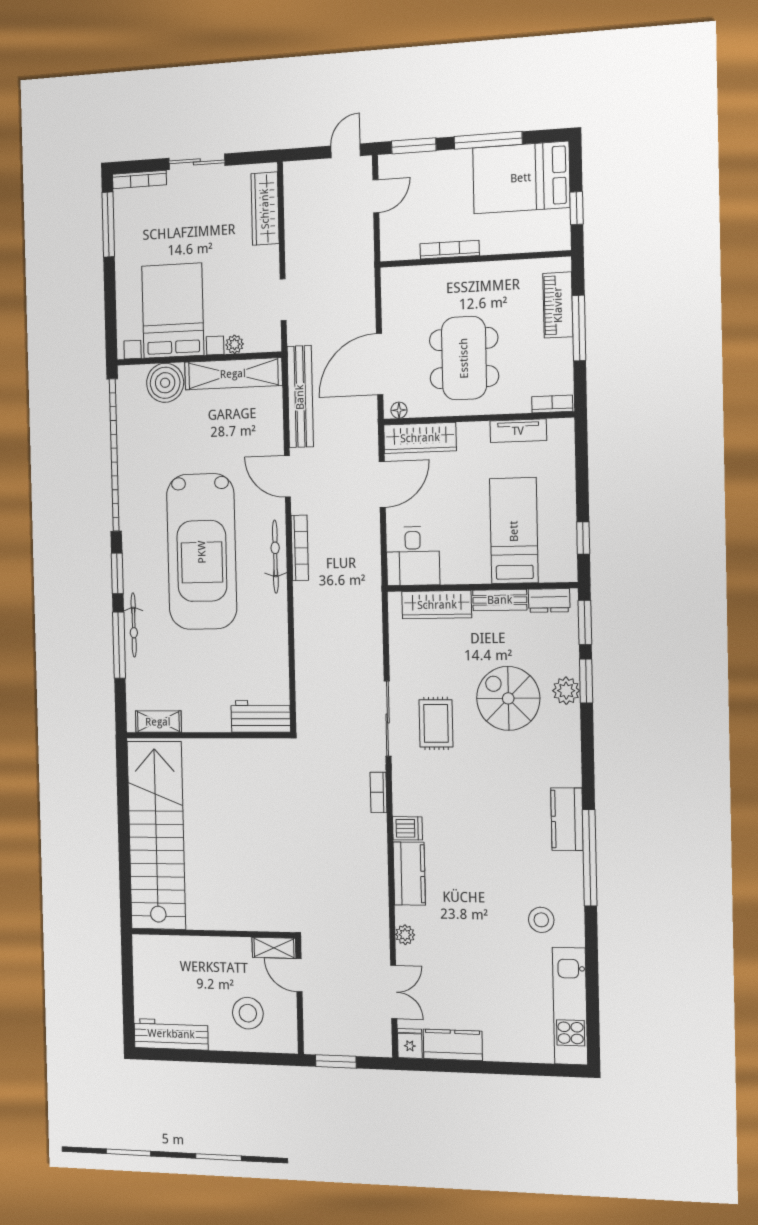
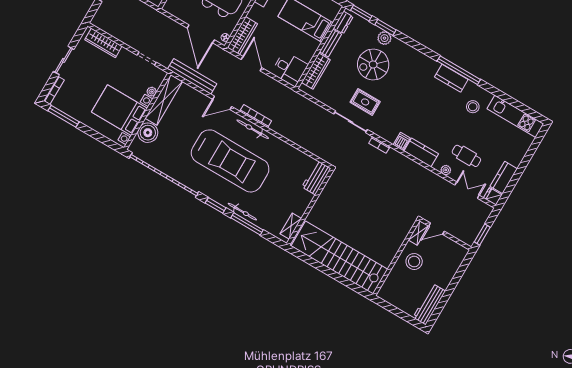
kitchen counter: (567, 819) -> (451, 78), moved
cafe table: (450, 957) -> (466, 156), added
stool: (248, 1013) -> (414, 262), moved

